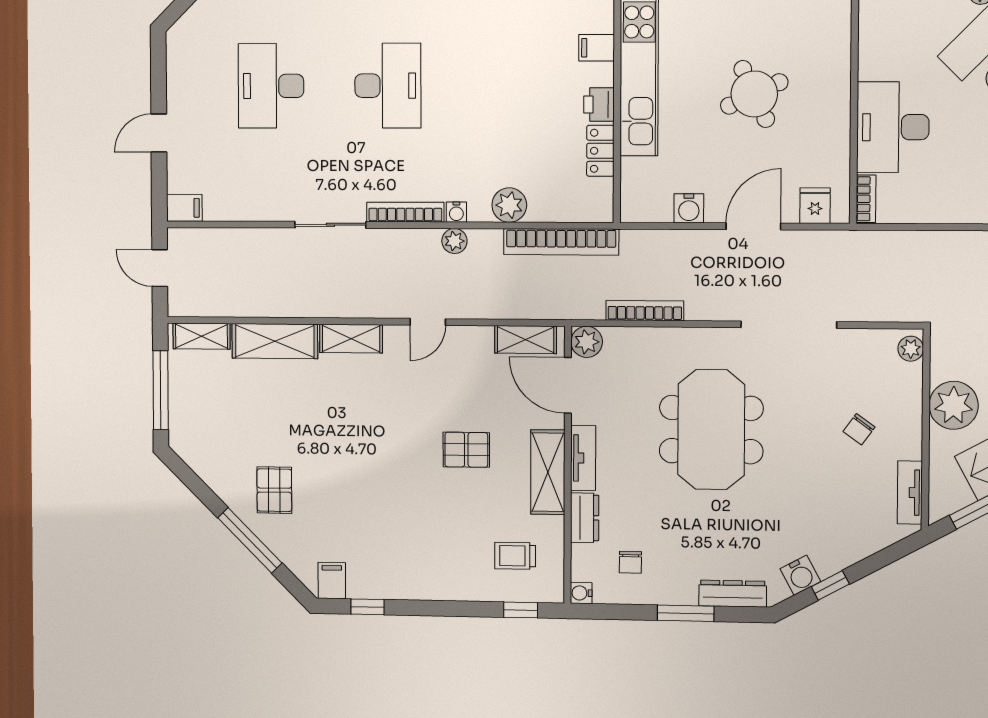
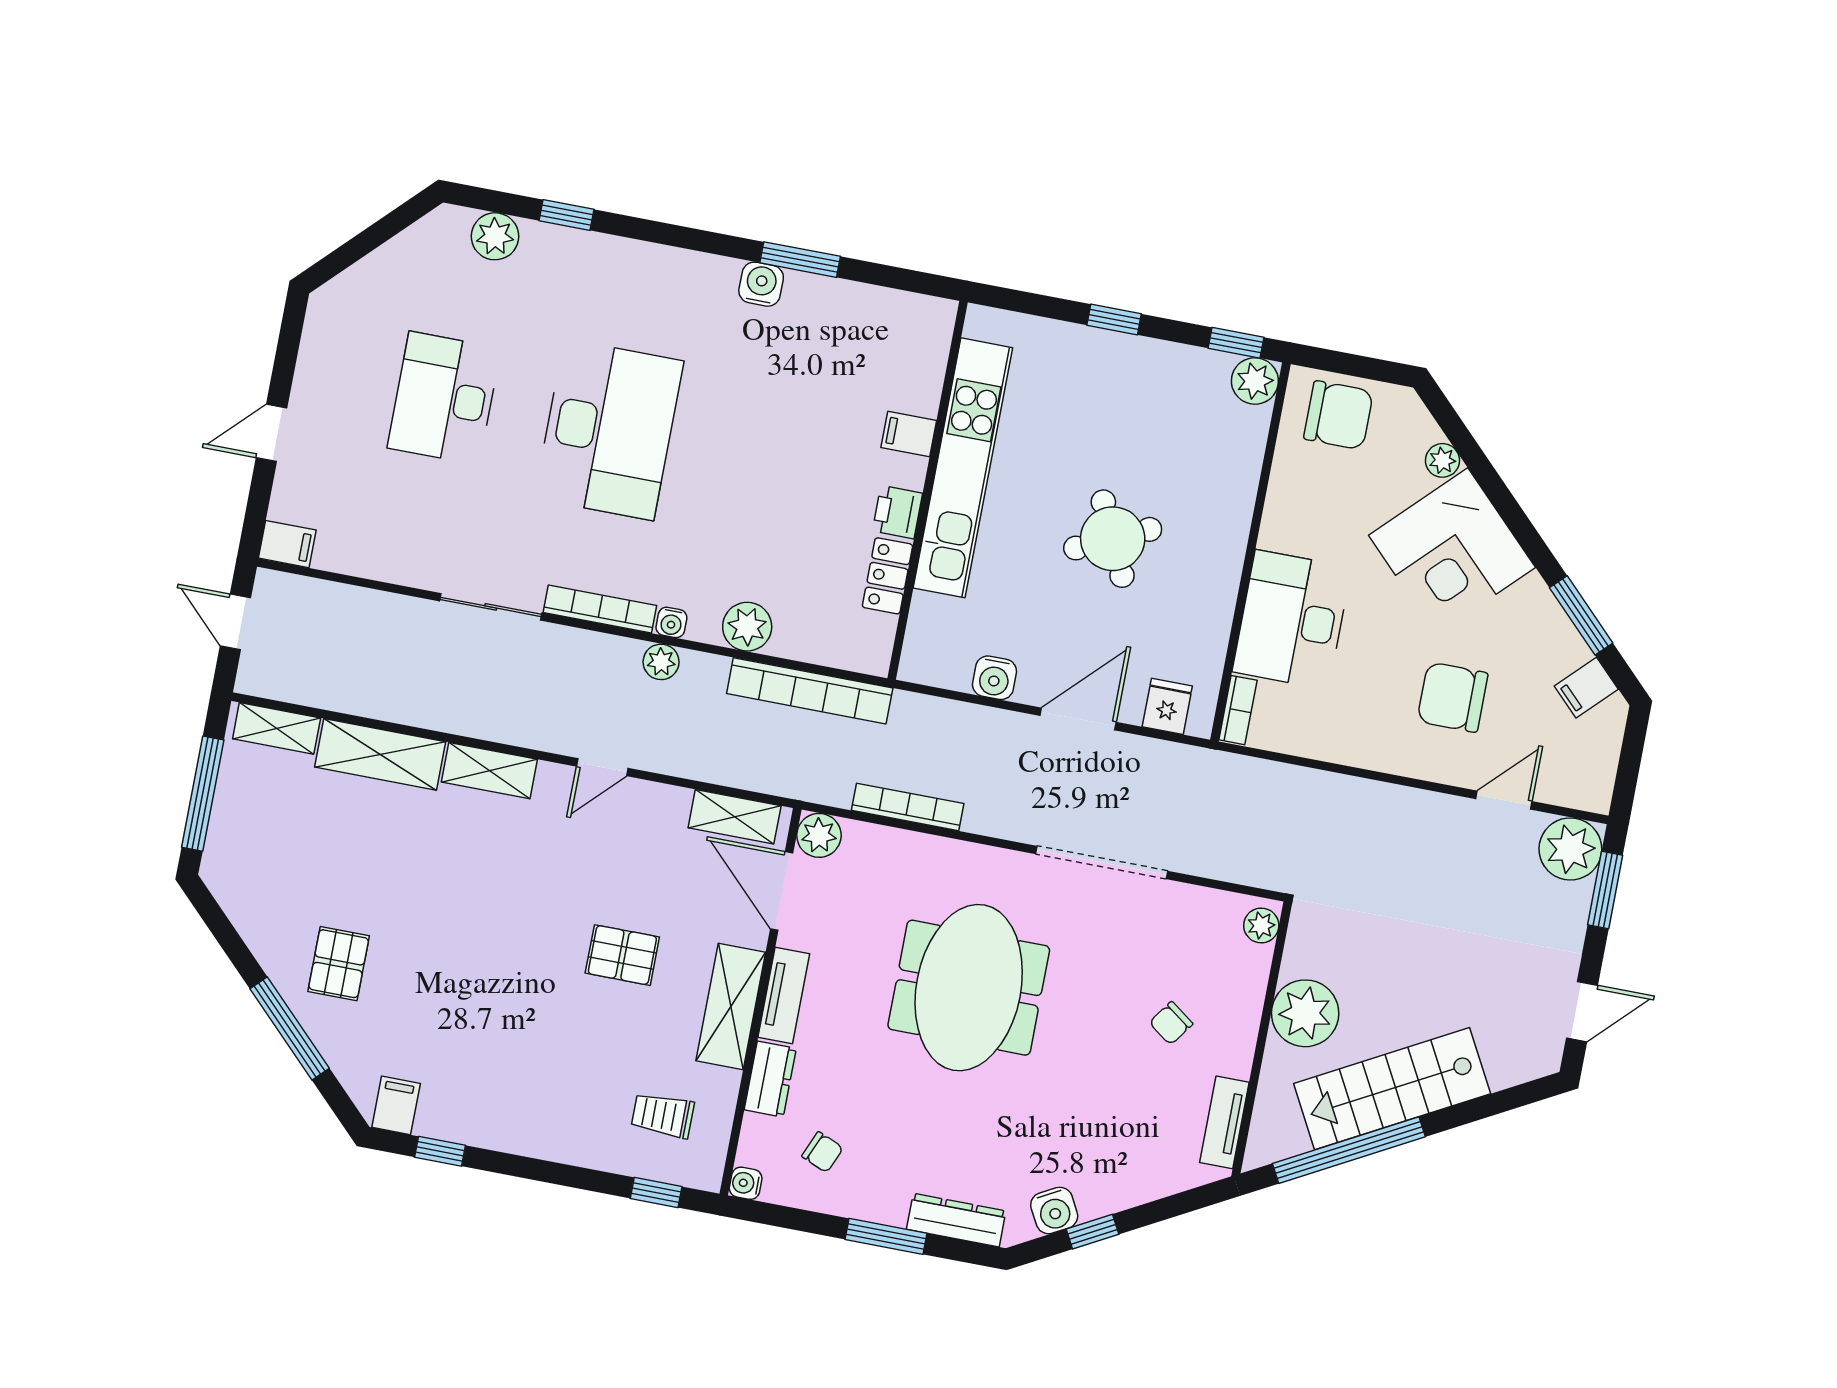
desk: (388, 86) -> (609, 430), width x1.36, depth x1.30
chair: (630, 562) -> (822, 1152), turned -67

